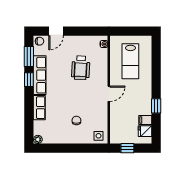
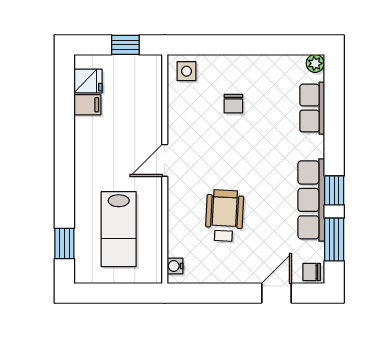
lab bench: (130, 61) -> (119, 229), turned 180
window: (156, 106) -> (64, 243), moved
row of seats: (39, 108) -> (312, 108), moved

